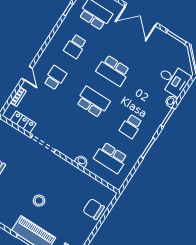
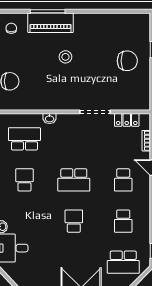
school desk: (75, 46) -> (123, 221), turned 180
school desk: (113, 71) -> (74, 221), width x0.54

